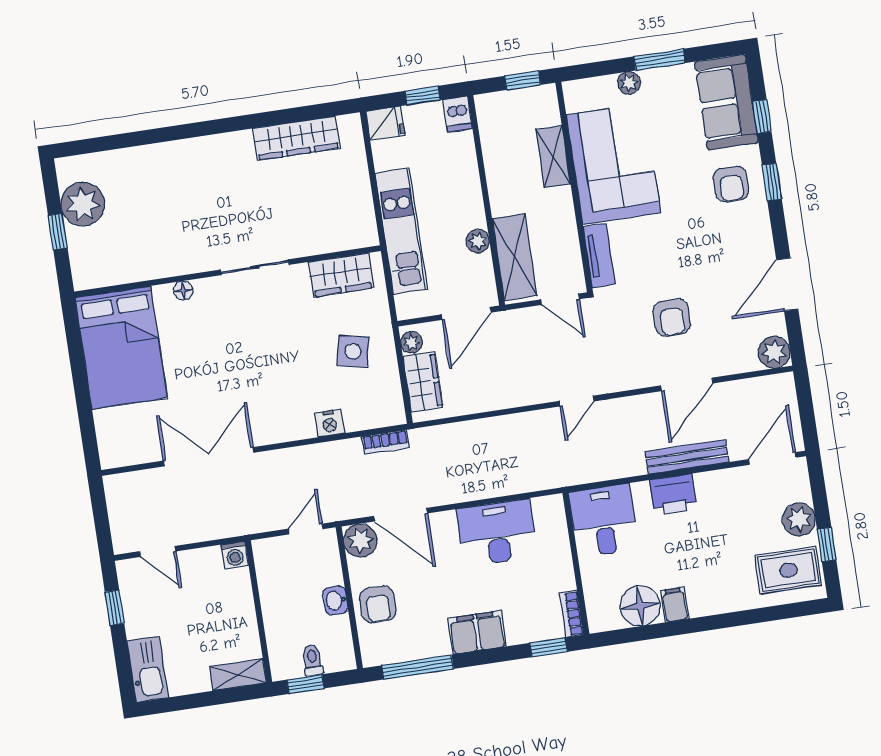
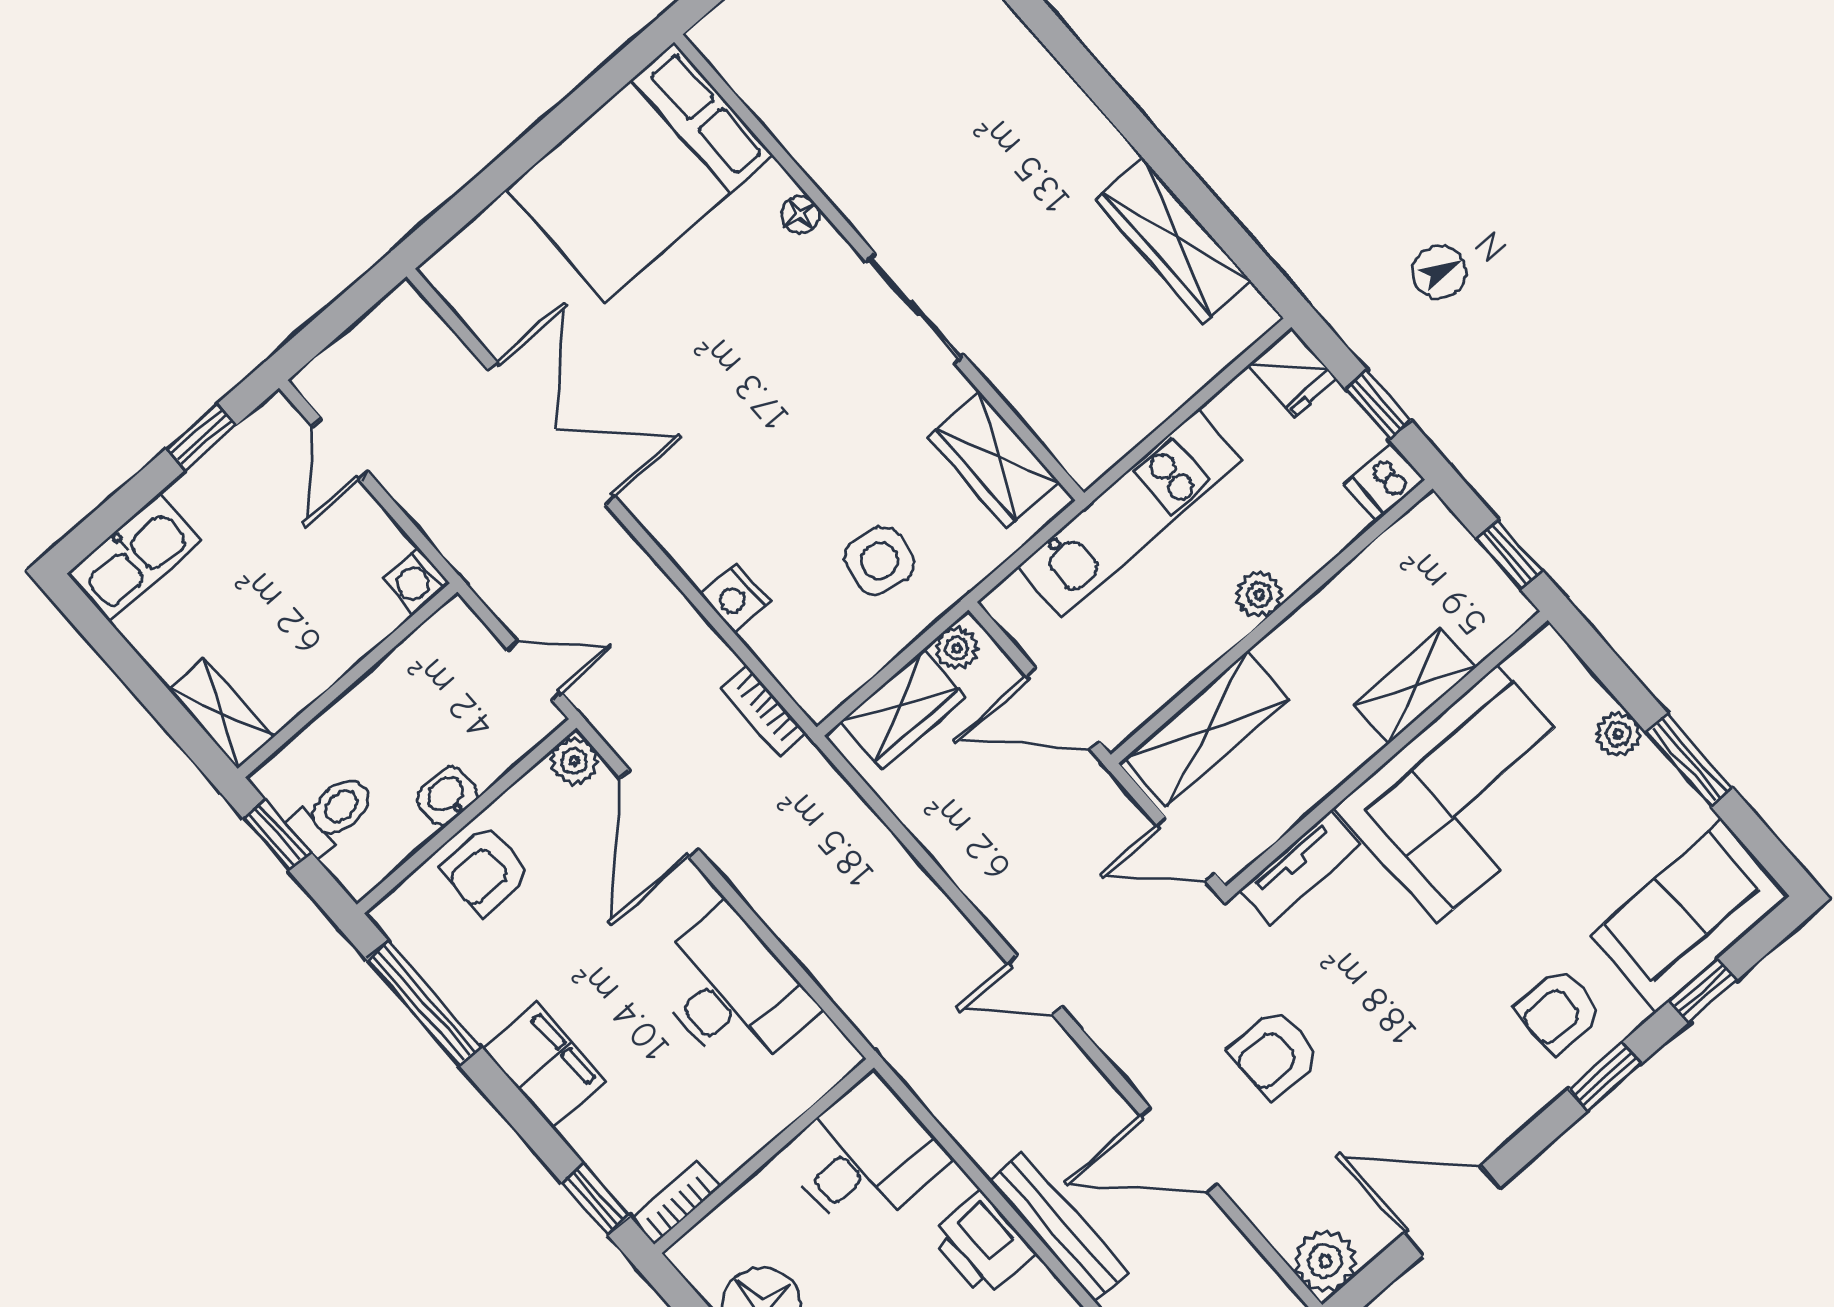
plant: (478, 241) -> (1259, 595), moved
door: (560, 299) -> (1186, 849), hinge flipped
plant: (360, 540) -> (574, 761), width x0.73, depth x0.73
toilet: (313, 660) -> (332, 814), width x1.37, depth x1.39

